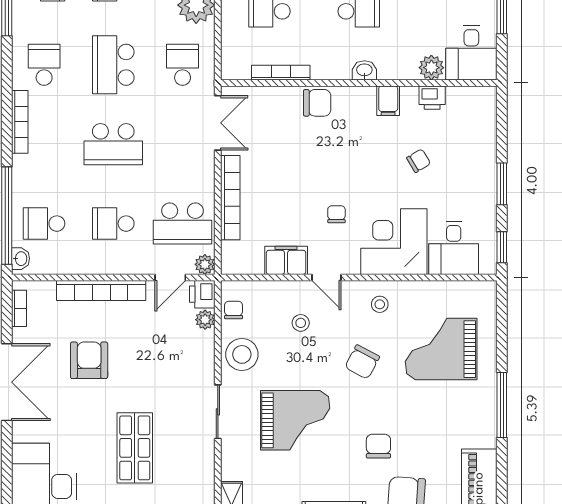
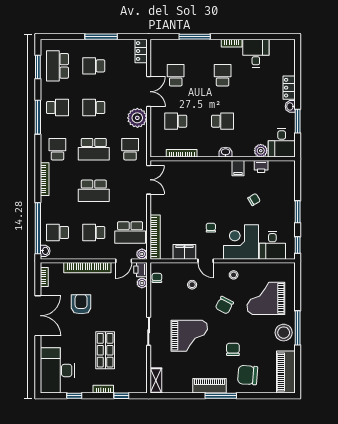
school desk: (113, 65) -> (94, 149), turned -90
chair: (317, 103) -> (201, 169), removed
bookcase: (230, 198) -> (155, 237), moved
stool: (242, 354) -> (284, 333), moved

